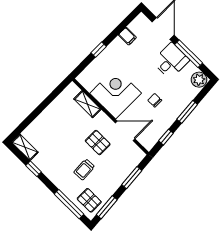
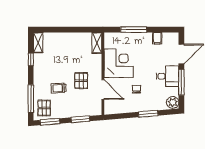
window: (99, 50) -> (134, 30), width x2.17
shelving: (87, 104) -> (97, 43), moved
window: (166, 137) -> (122, 116), removed

